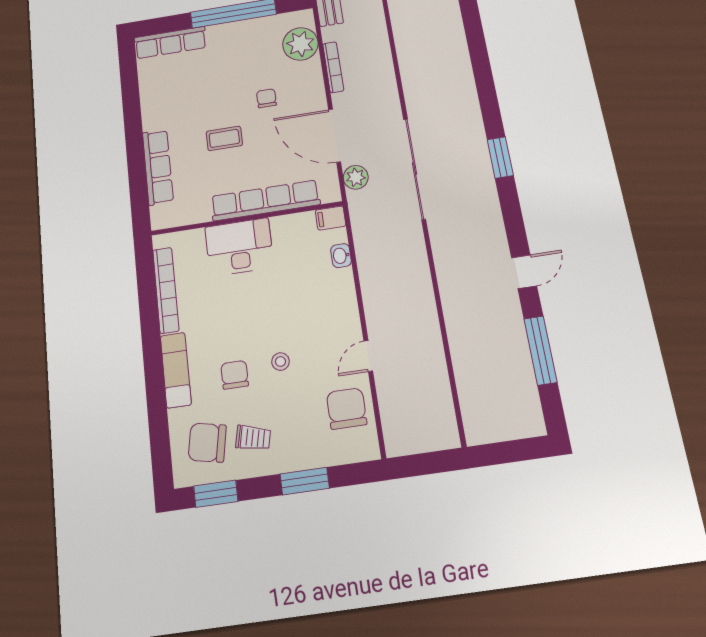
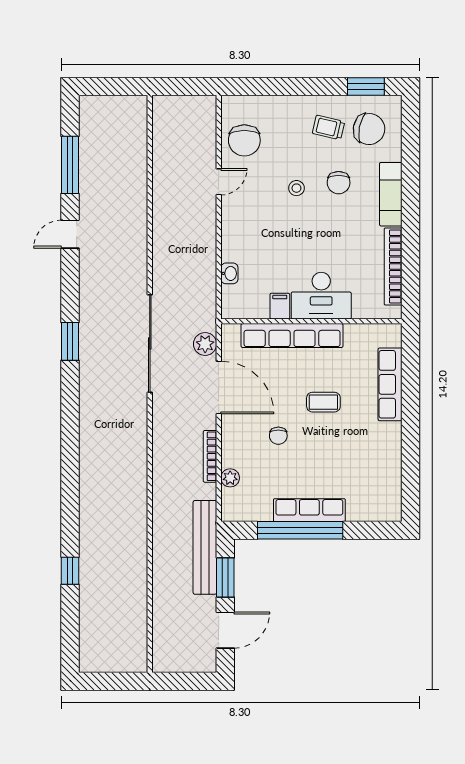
row of seats: (170, 43) -> (309, 510), moved
plant: (300, 44) -> (230, 478), width x0.53, depth x0.53
filing cabinet: (331, 218) -> (280, 306), moved, turned -90
window: (305, 481) -> (289, 86), removed

